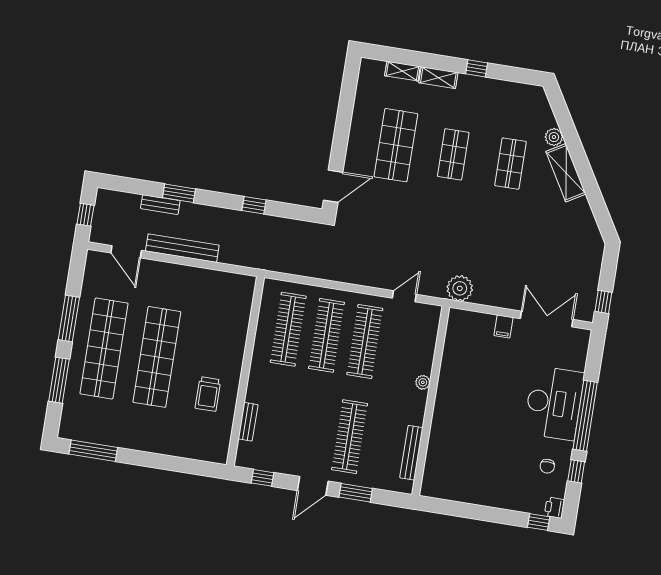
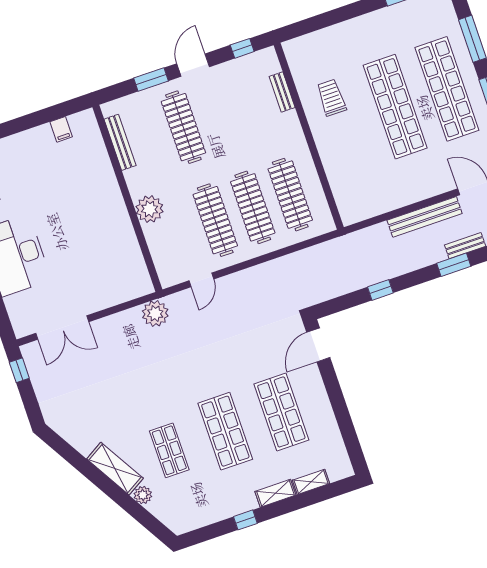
shop shelf: (453, 154) -> (225, 431), width x1.43, depth x1.36
filing cabinet: (503, 326) -> (61, 129), moved, turned 180
plant: (423, 382) -> (150, 209), width x1.88, depth x1.88

